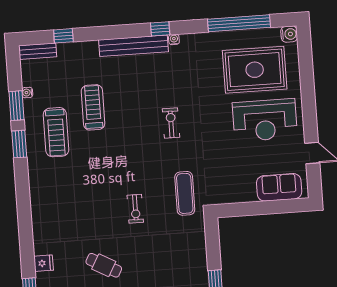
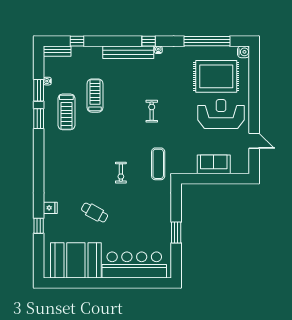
reception desk: (265, 120) -> (221, 114), turned 180
sofa: (279, 187) -> (214, 164), moved

